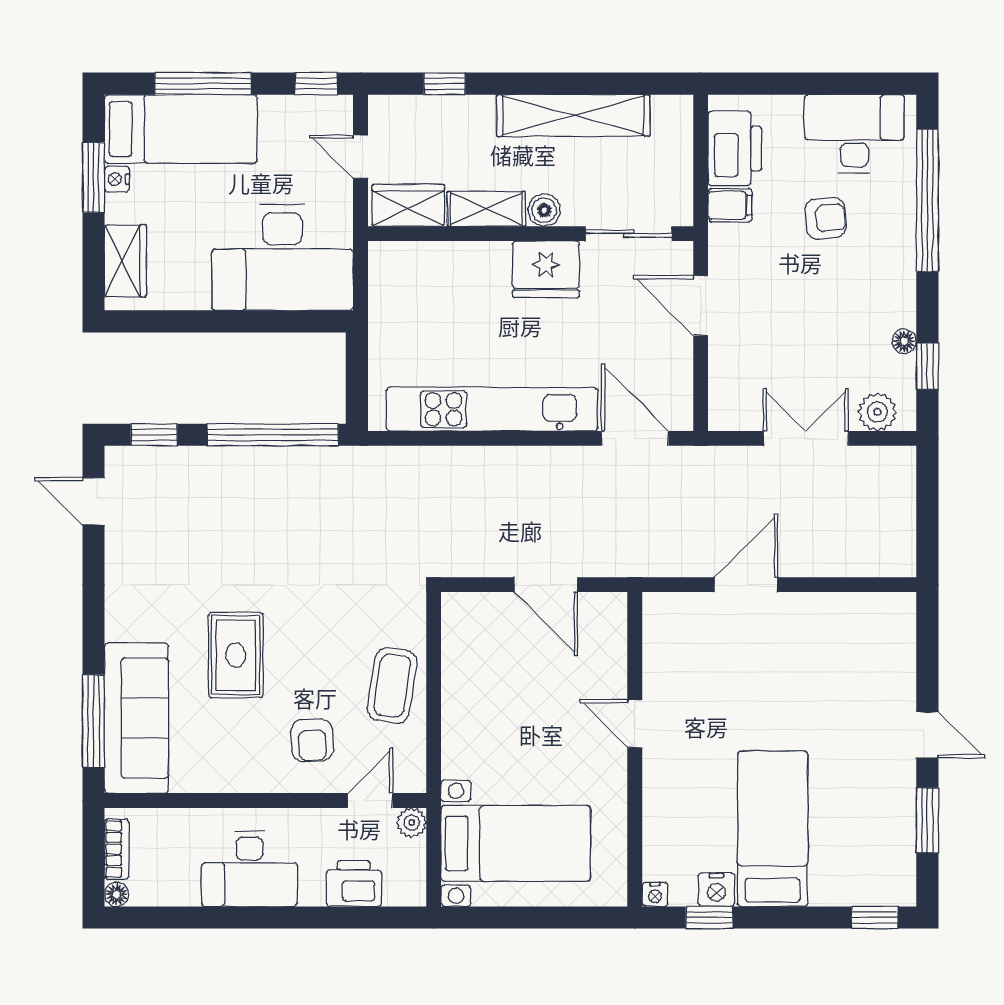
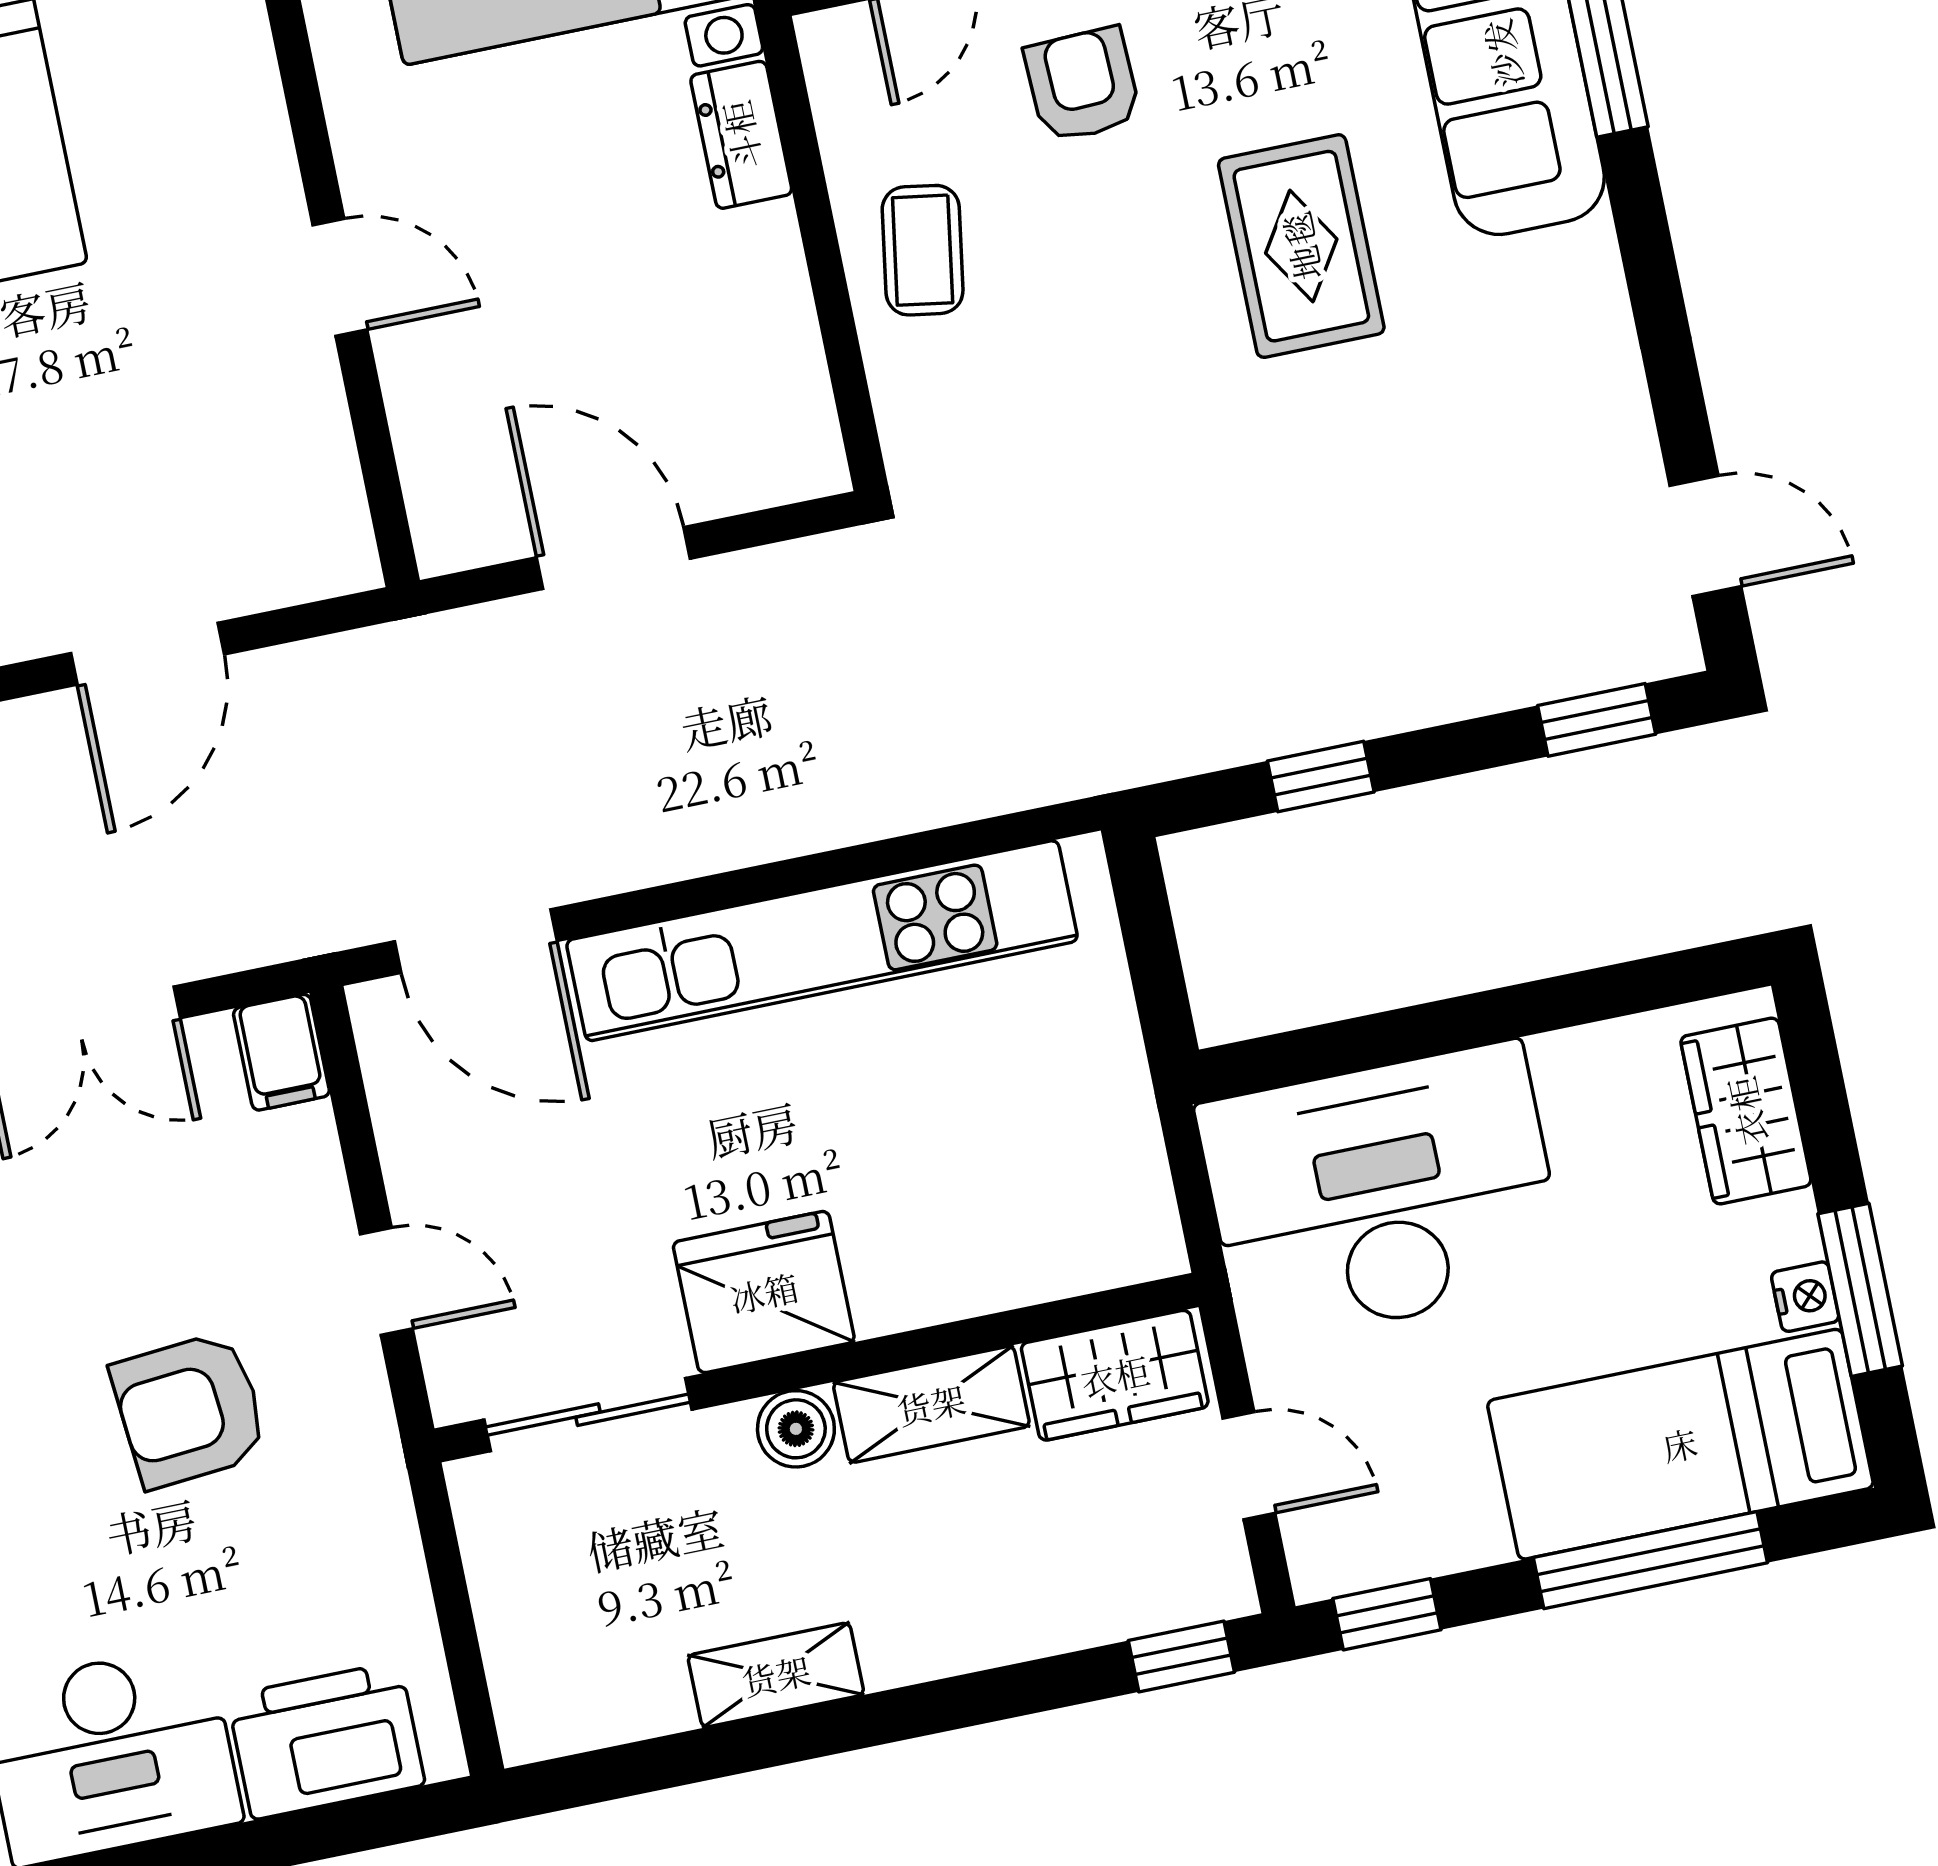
window: (444, 84) -> (1181, 1656), moved
shelving: (573, 116) -> (776, 1675), width x0.45, depth x0.75
printer: (735, 148) -> (326, 1740), moved, turned 90
filing cabinet: (730, 205) -> (281, 1052), moved, turned -90
armchair: (826, 218) -> (190, 1410), moved, width x1.38, depth x1.38
door: (701, 306) -> (386, 1281), width x0.73
window: (273, 435) -> (1321, 776), width x0.32
coffee table: (392, 685) -> (923, 250), width x0.73, depth x0.77
dresser: (457, 748) -> (741, 135), added

